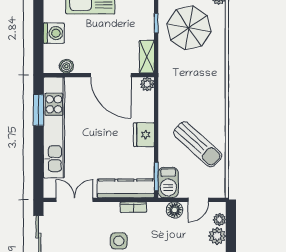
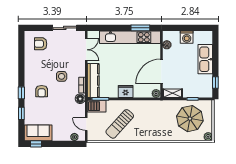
floor lamp: (175, 210) -> (80, 99), moved
plant: (217, 236) -> (65, 136), removed

